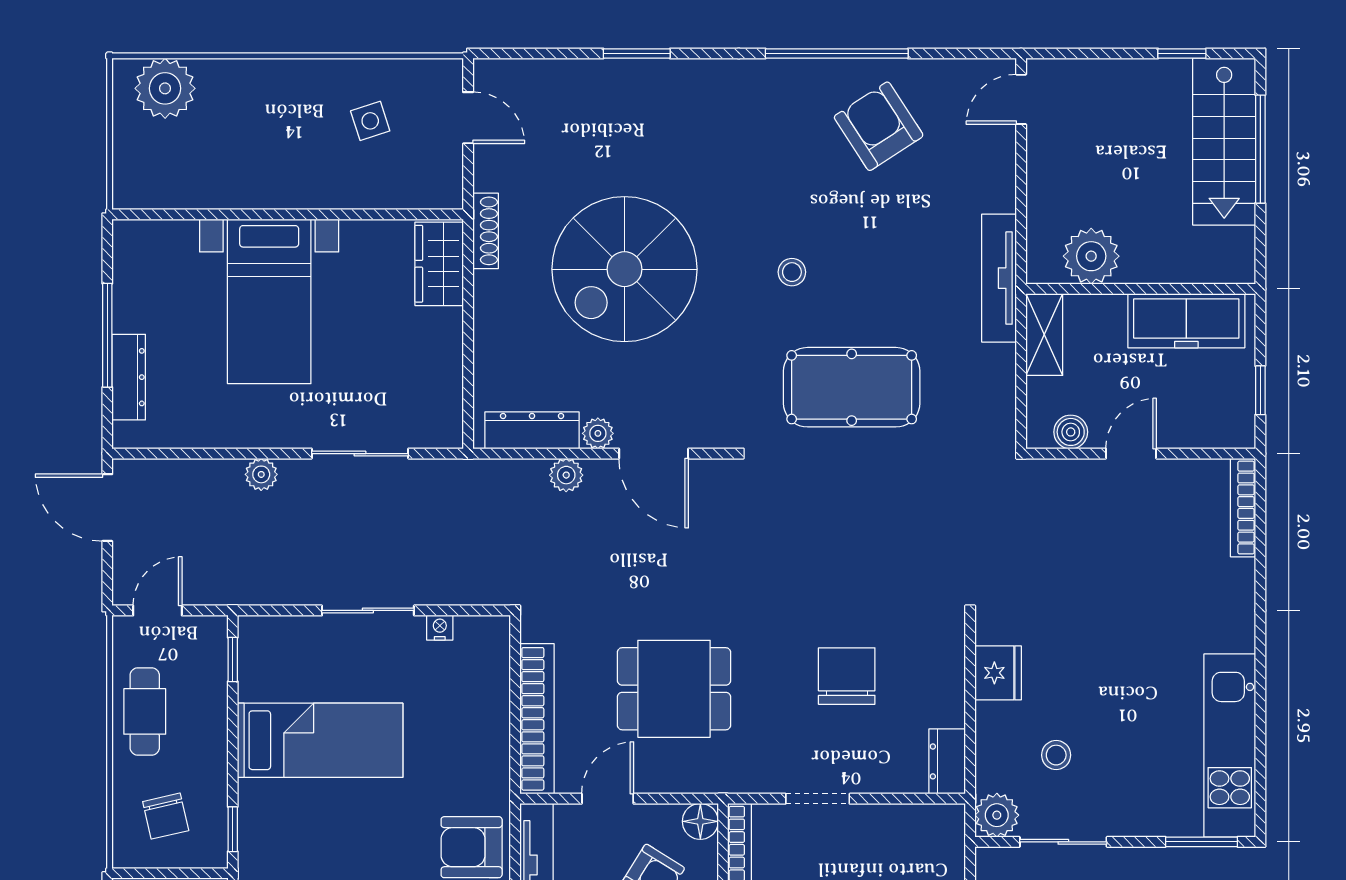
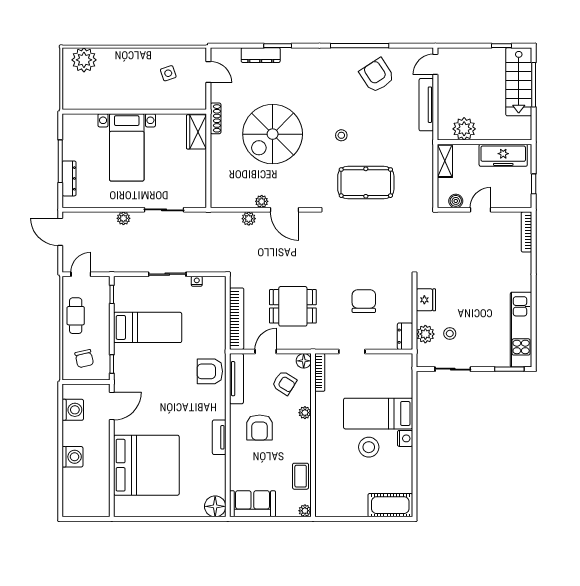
tv unit: (999, 278) -> (426, 105), moved
dresser: (532, 430) -> (261, 55), moved, turned 180
plant: (997, 815) -> (425, 334), moved

